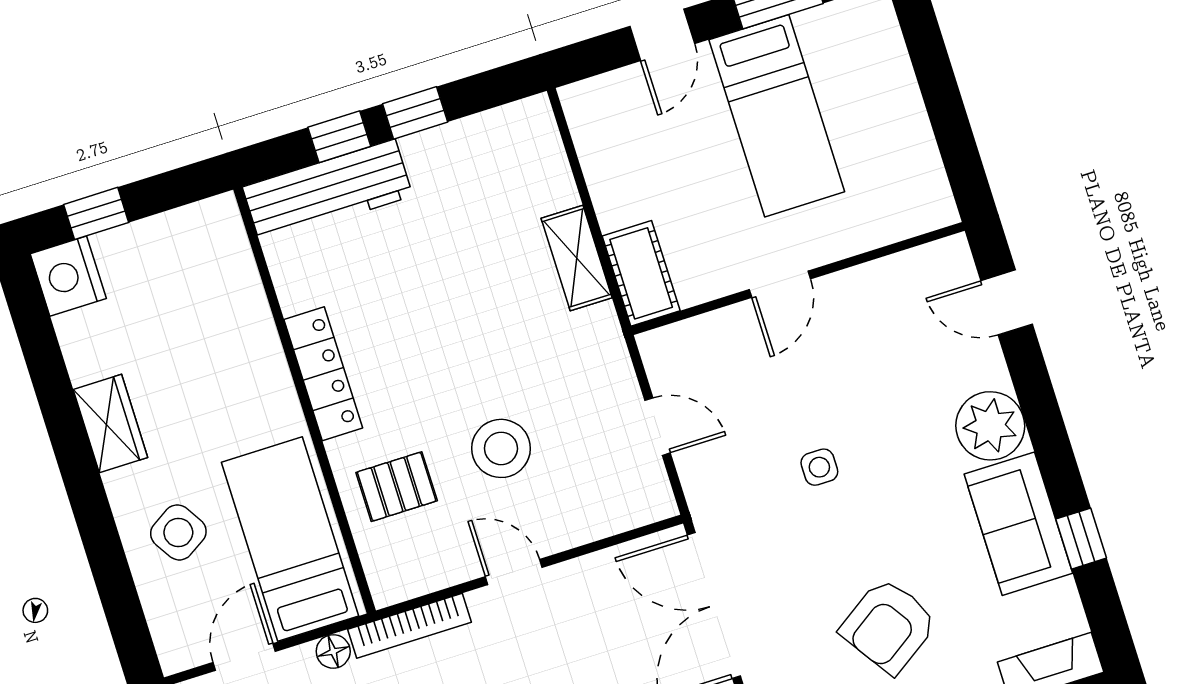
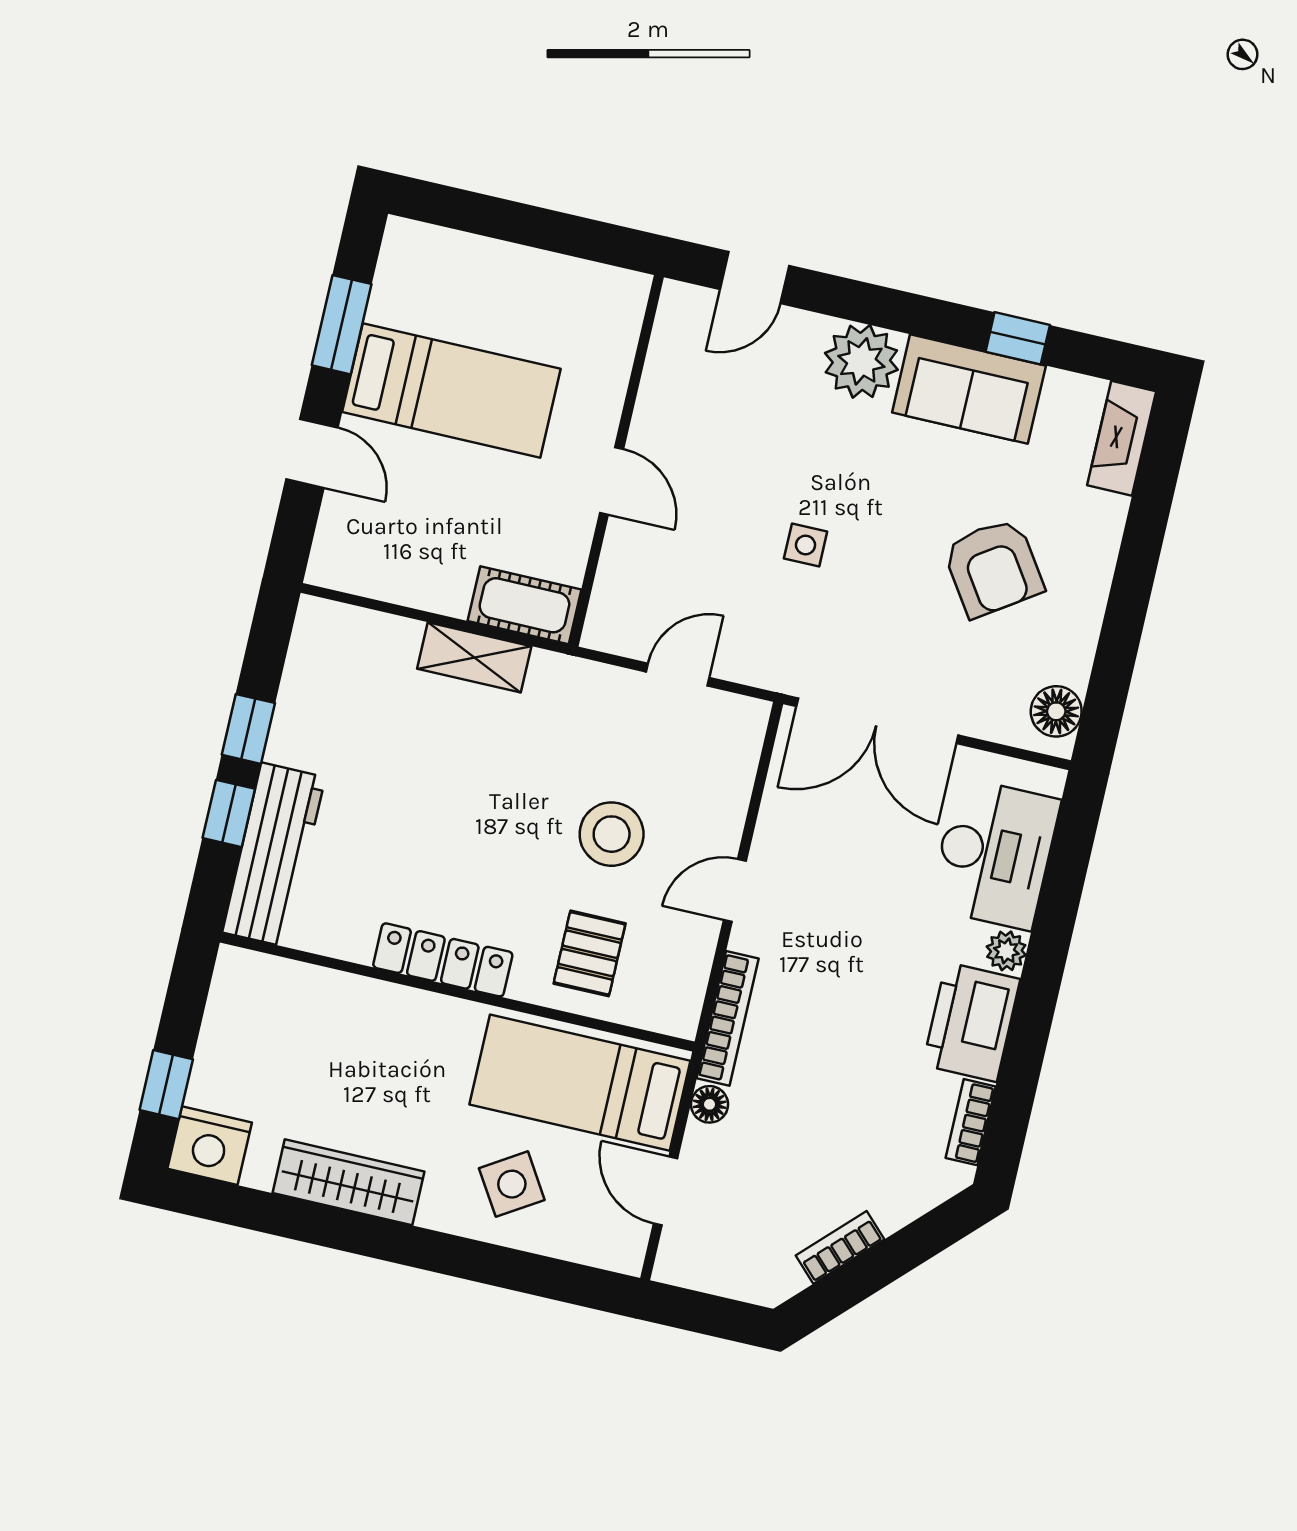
wardrobe: (110, 424) -> (349, 1182), width x1.50

